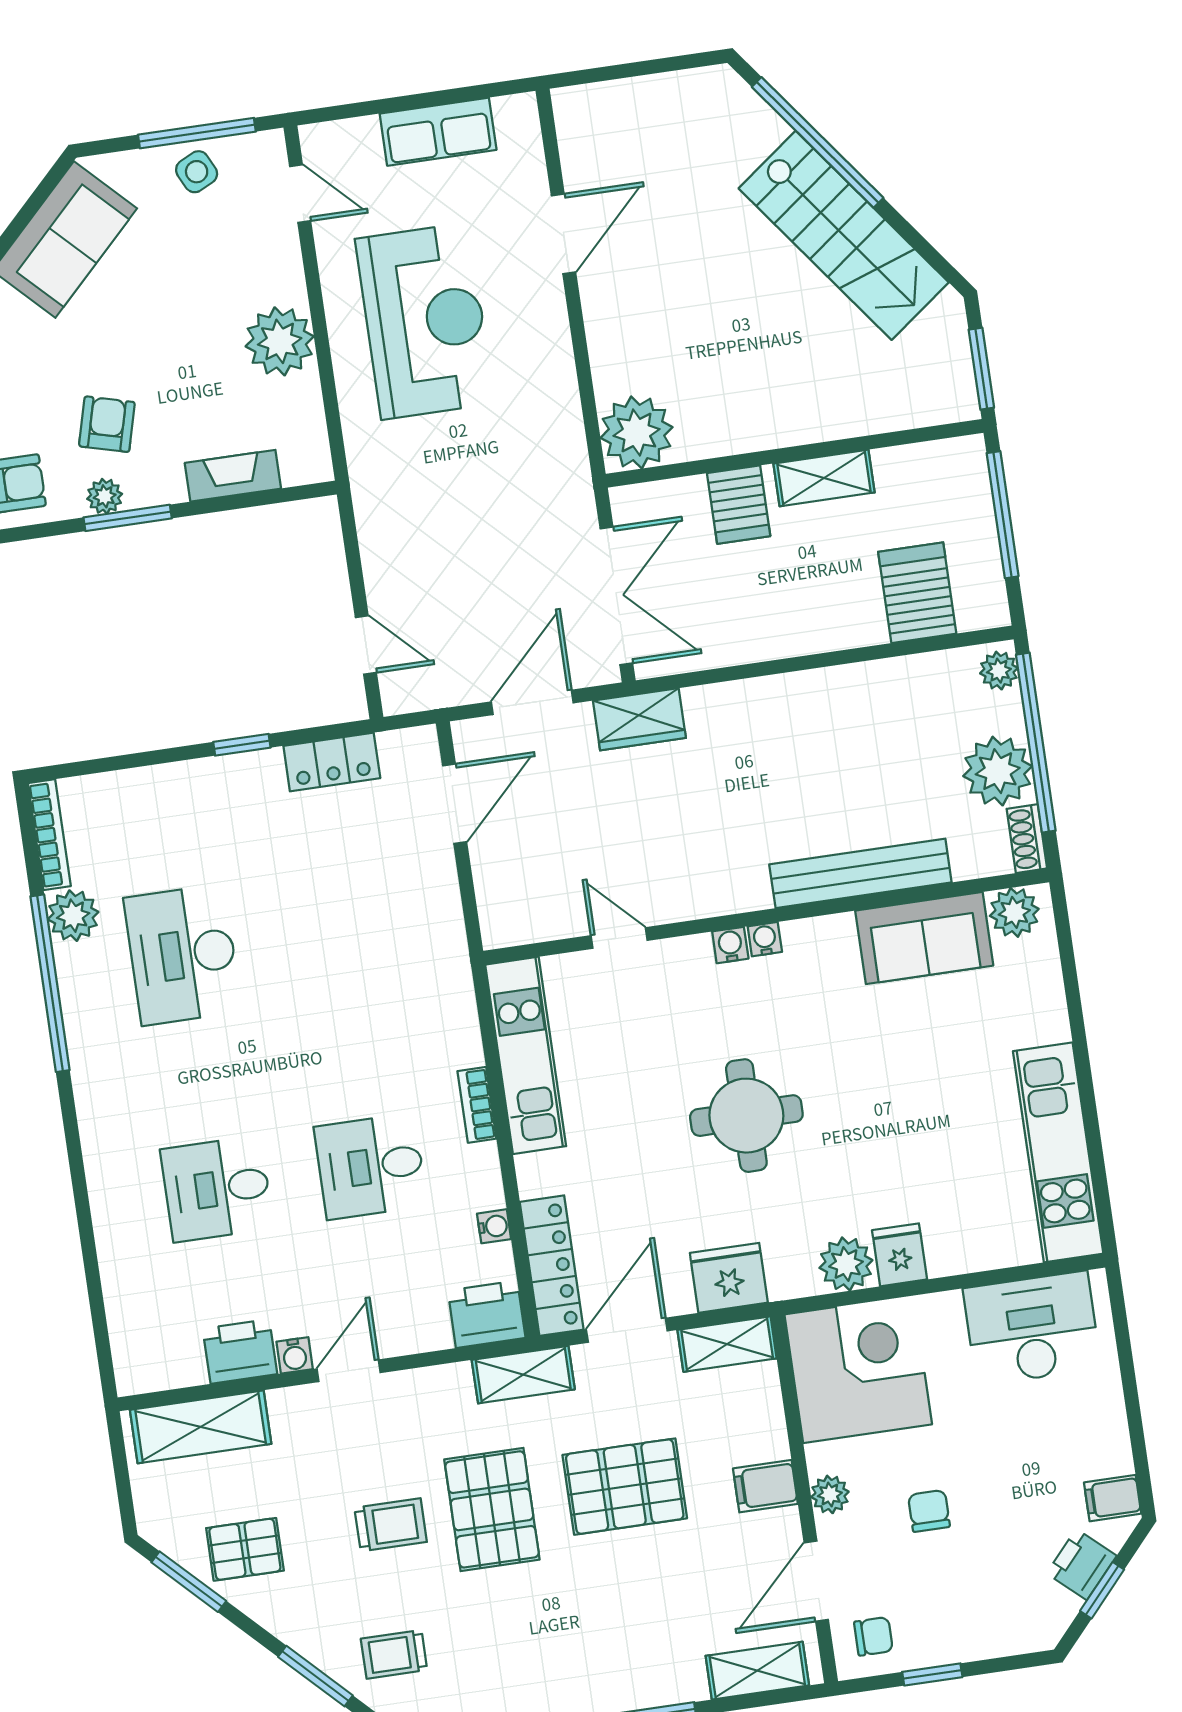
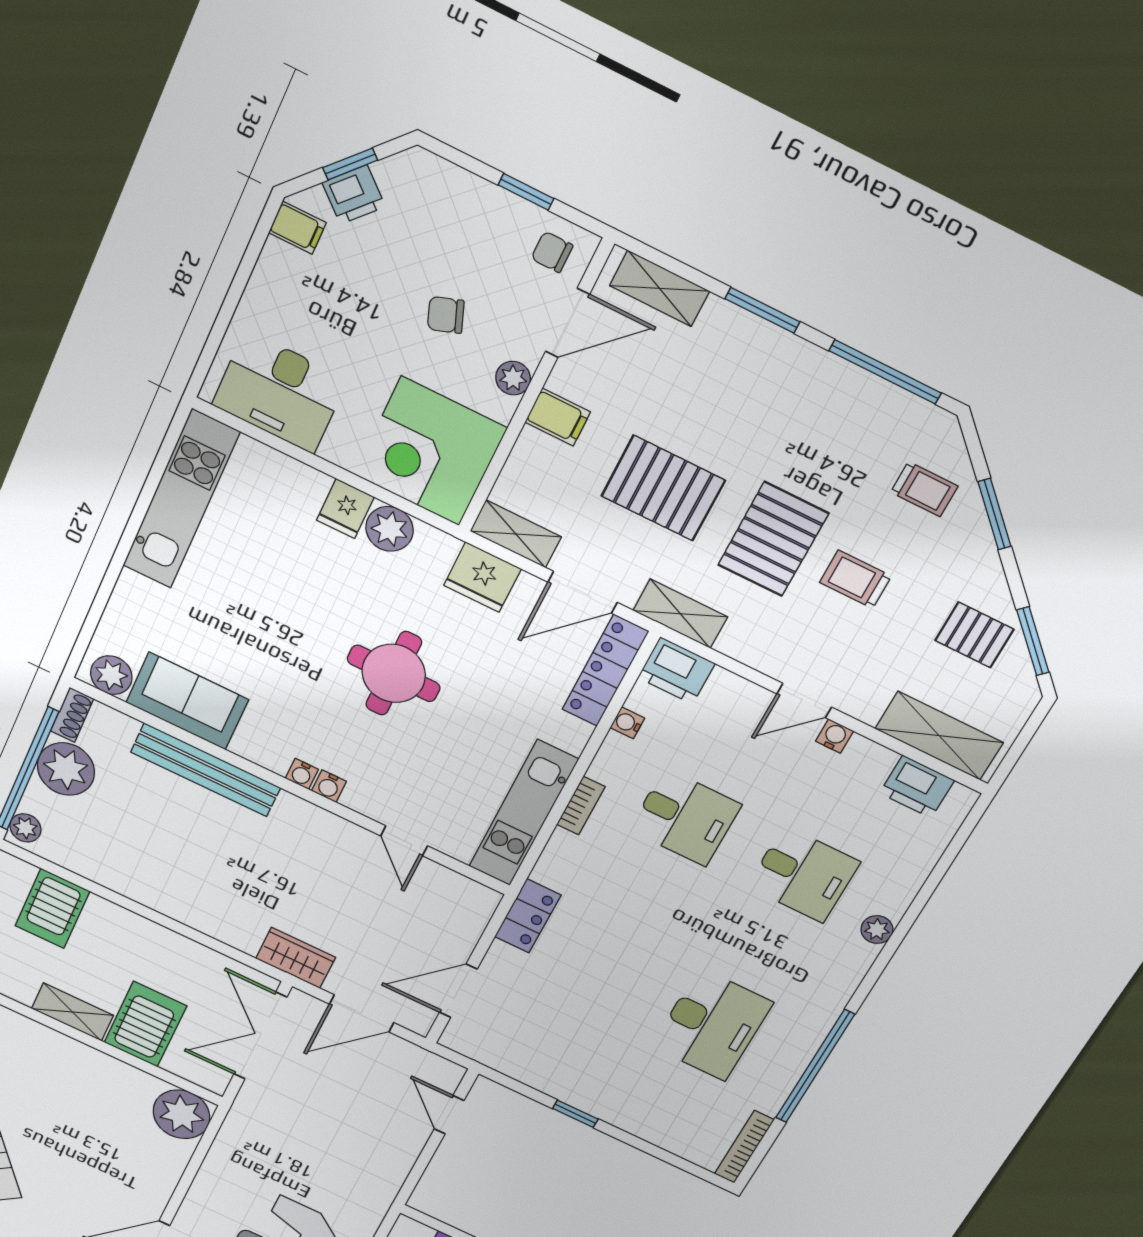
server rack: (739, 505) -> (145, 1024), width x1.36, depth x1.44
locker: (332, 762) -> (528, 916), moved, turned 90
plant: (73, 916) -> (877, 930), moved, width x0.73, depth x0.73
printer: (240, 1351) -> (917, 787), moved
chair: (929, 1511) -> (446, 315), turned 70

